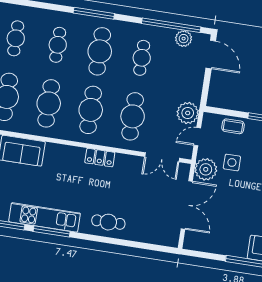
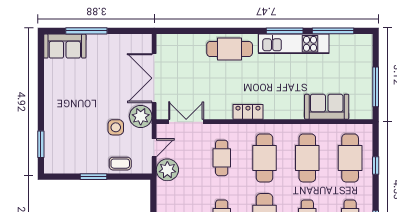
cafe table: (133, 116) -> (222, 158), width x0.73, depth x0.74
cafe table: (108, 222) -> (230, 49), width x1.37, depth x1.35

